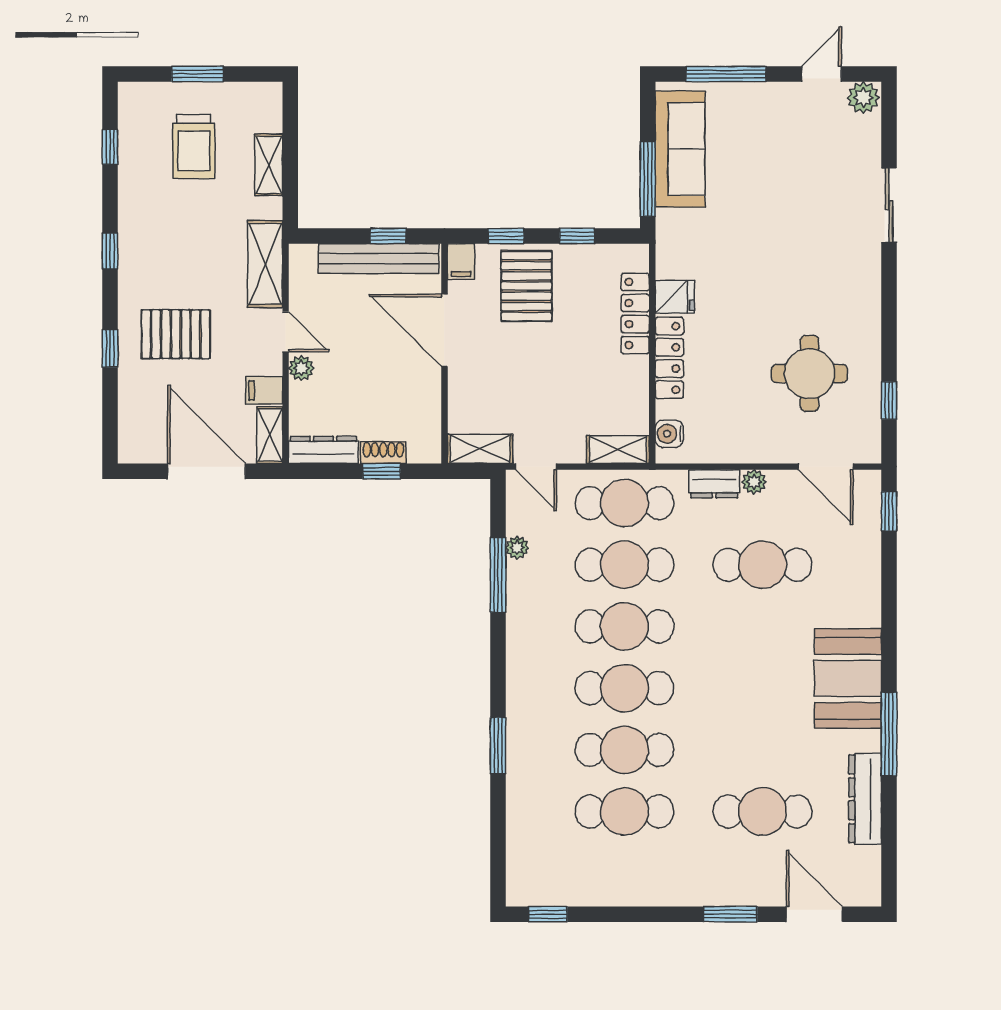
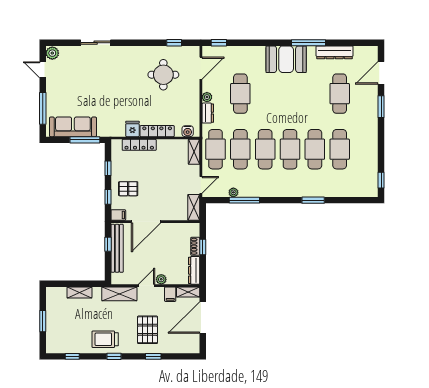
trolley: (194, 146) -> (105, 339), moved, turned 180
pallet: (526, 286) -> (128, 189), width x0.67, depth x0.71

